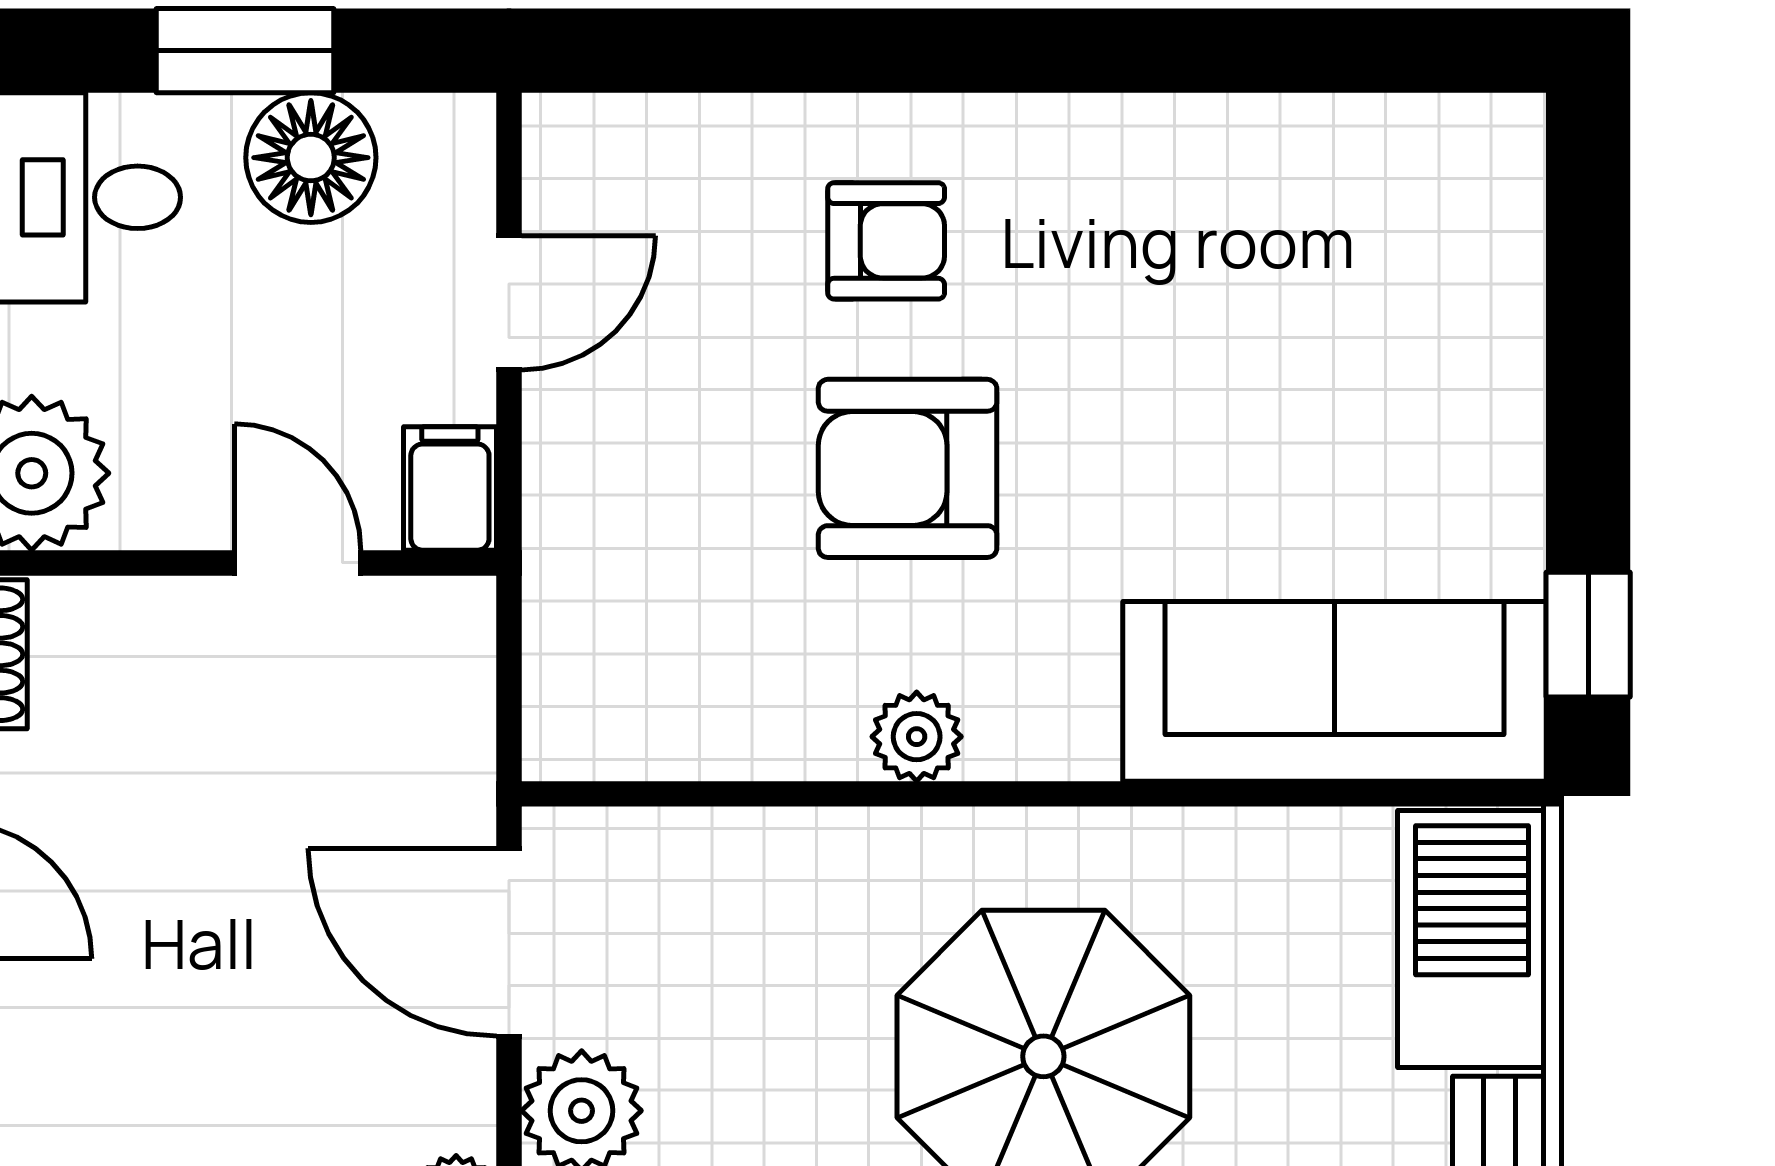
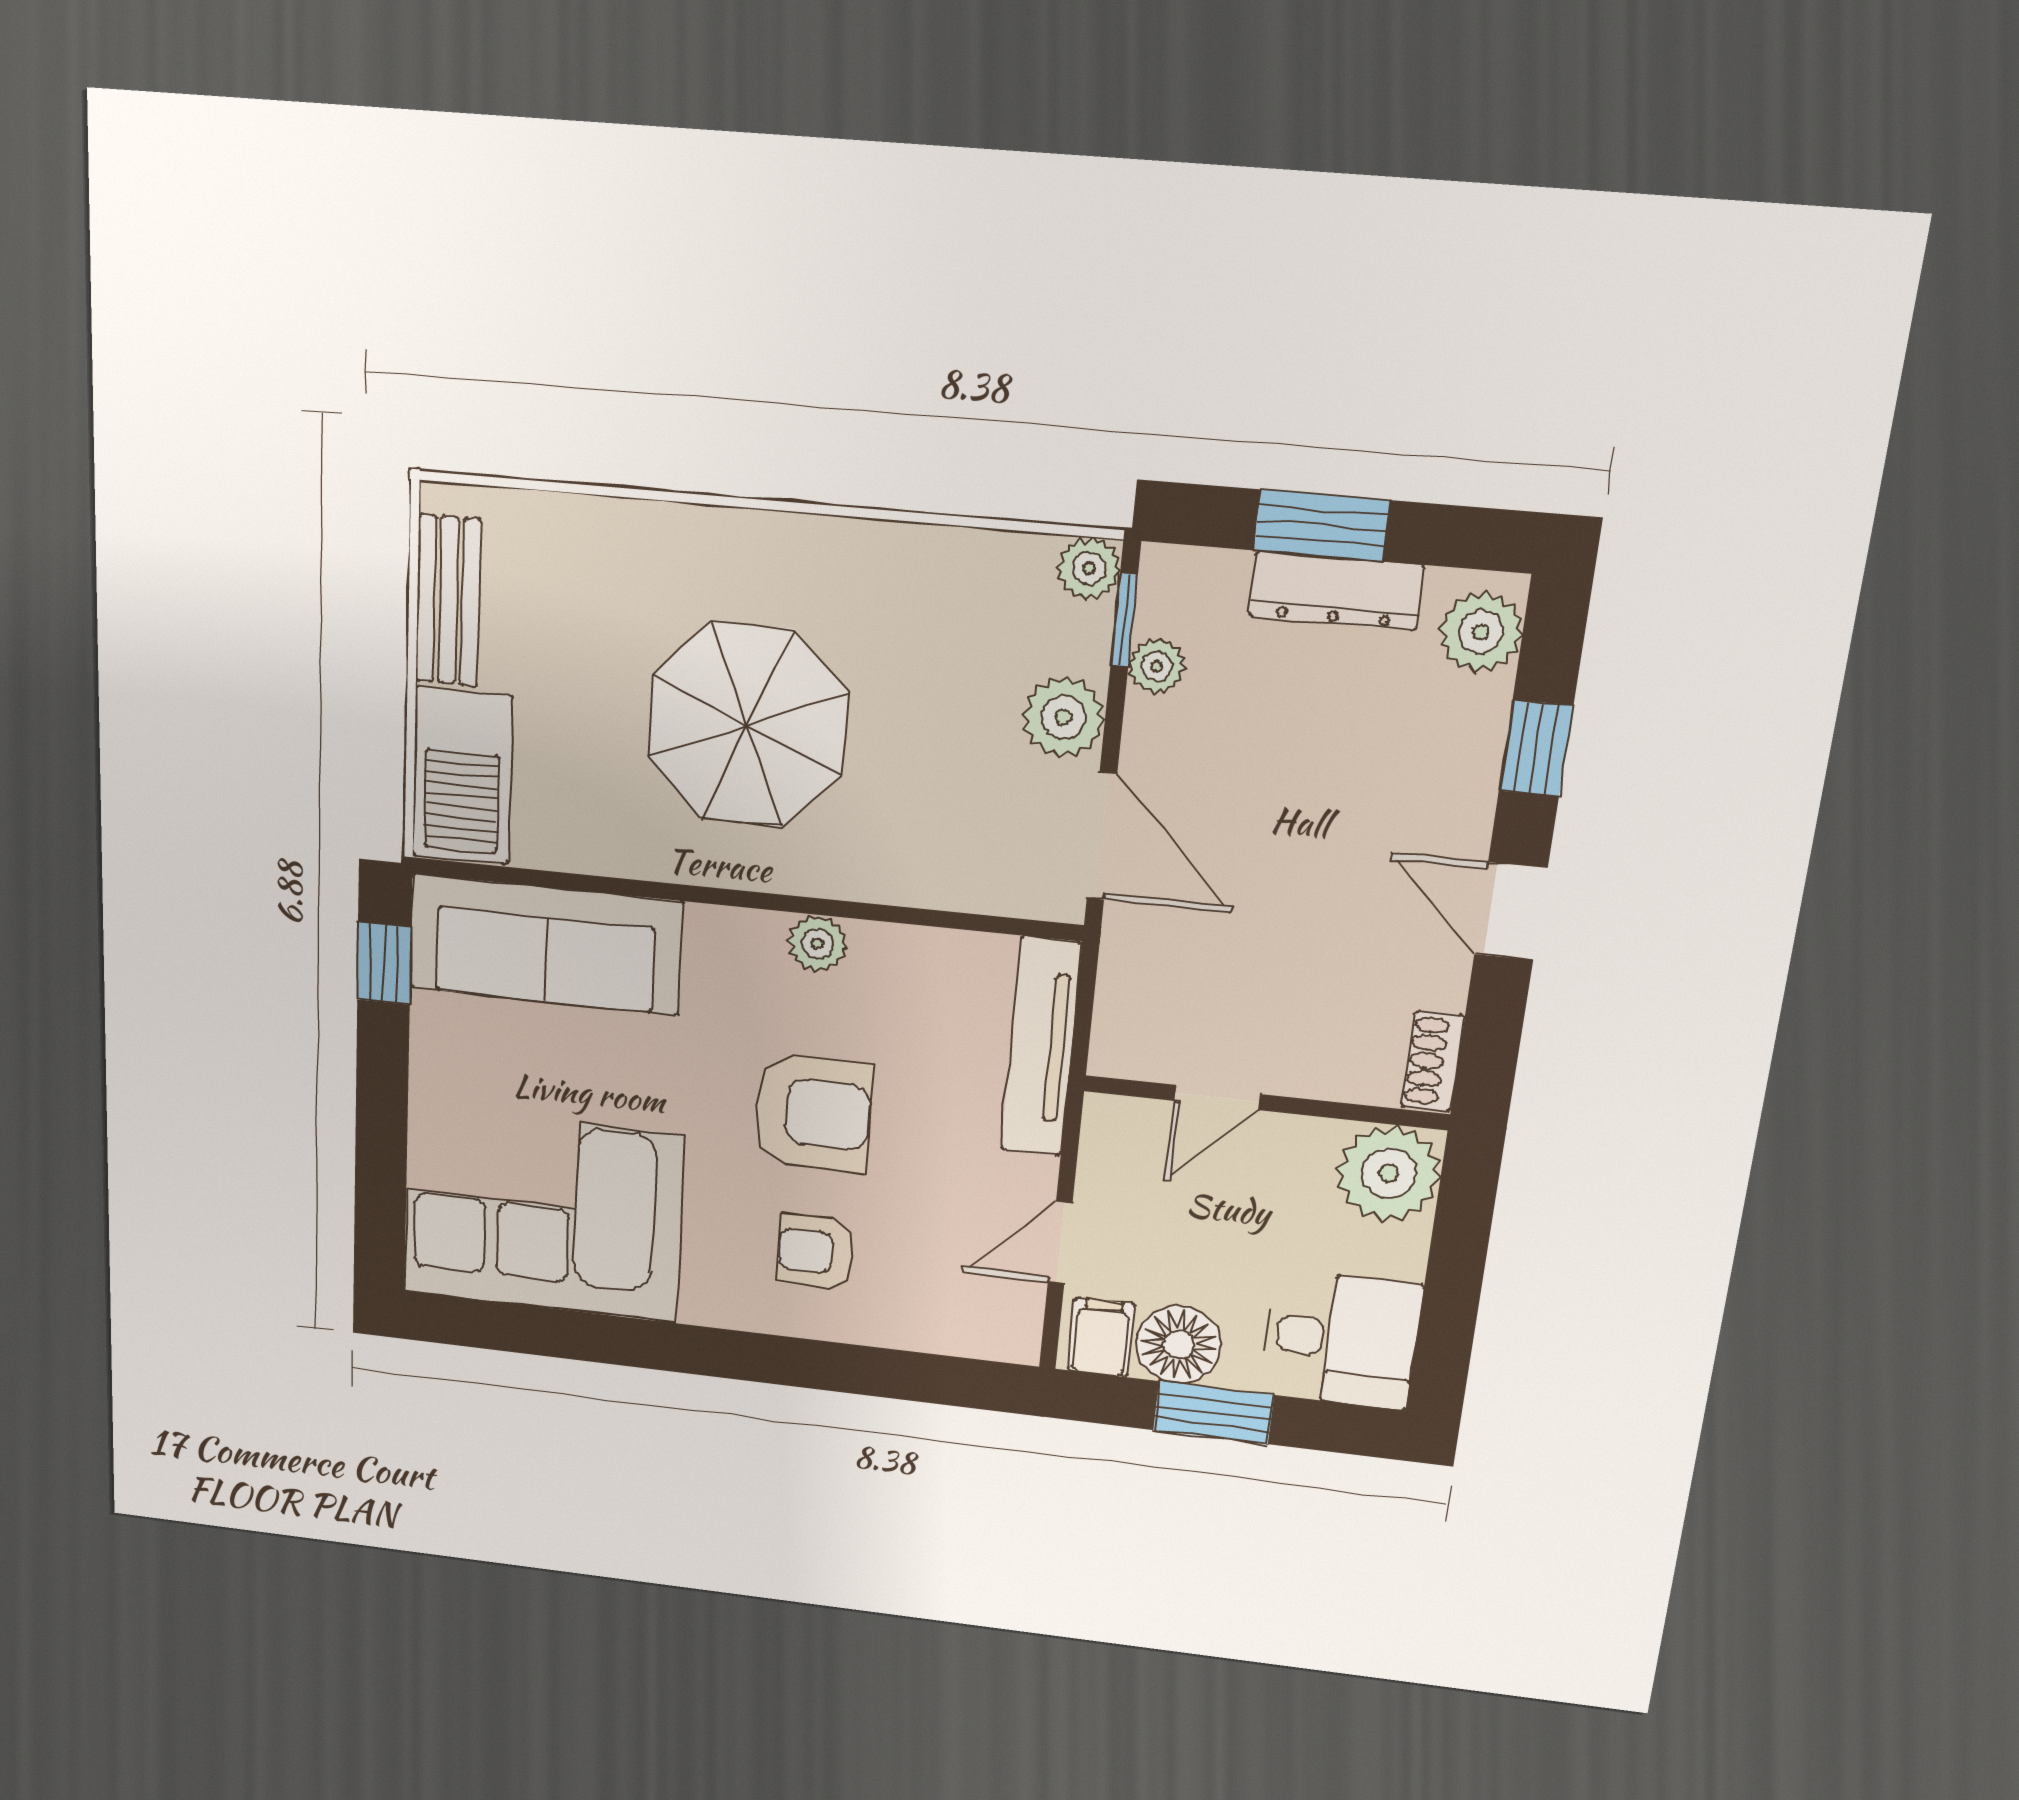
corner sofa: (1324, 251) -> (542, 1214), added
filing cabinet: (450, 488) -> (1101, 1337), moved, turned 180
door: (298, 563) -> (1217, 1097), hinge flipped
tv unit: (567, 613) -> (1041, 1047), added

